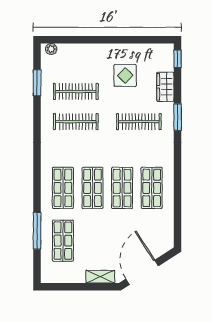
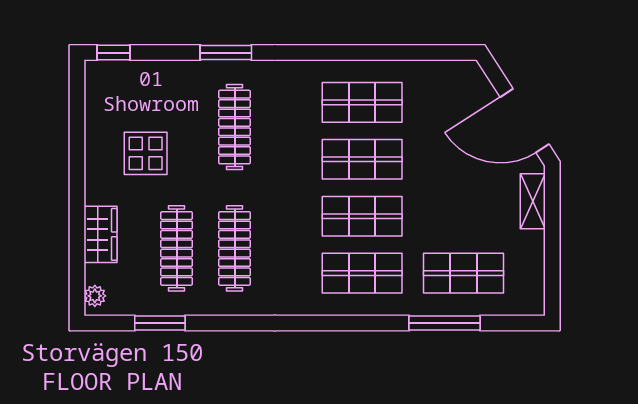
wardrobe: (165, 87) -> (100, 234), moved, turned -90

